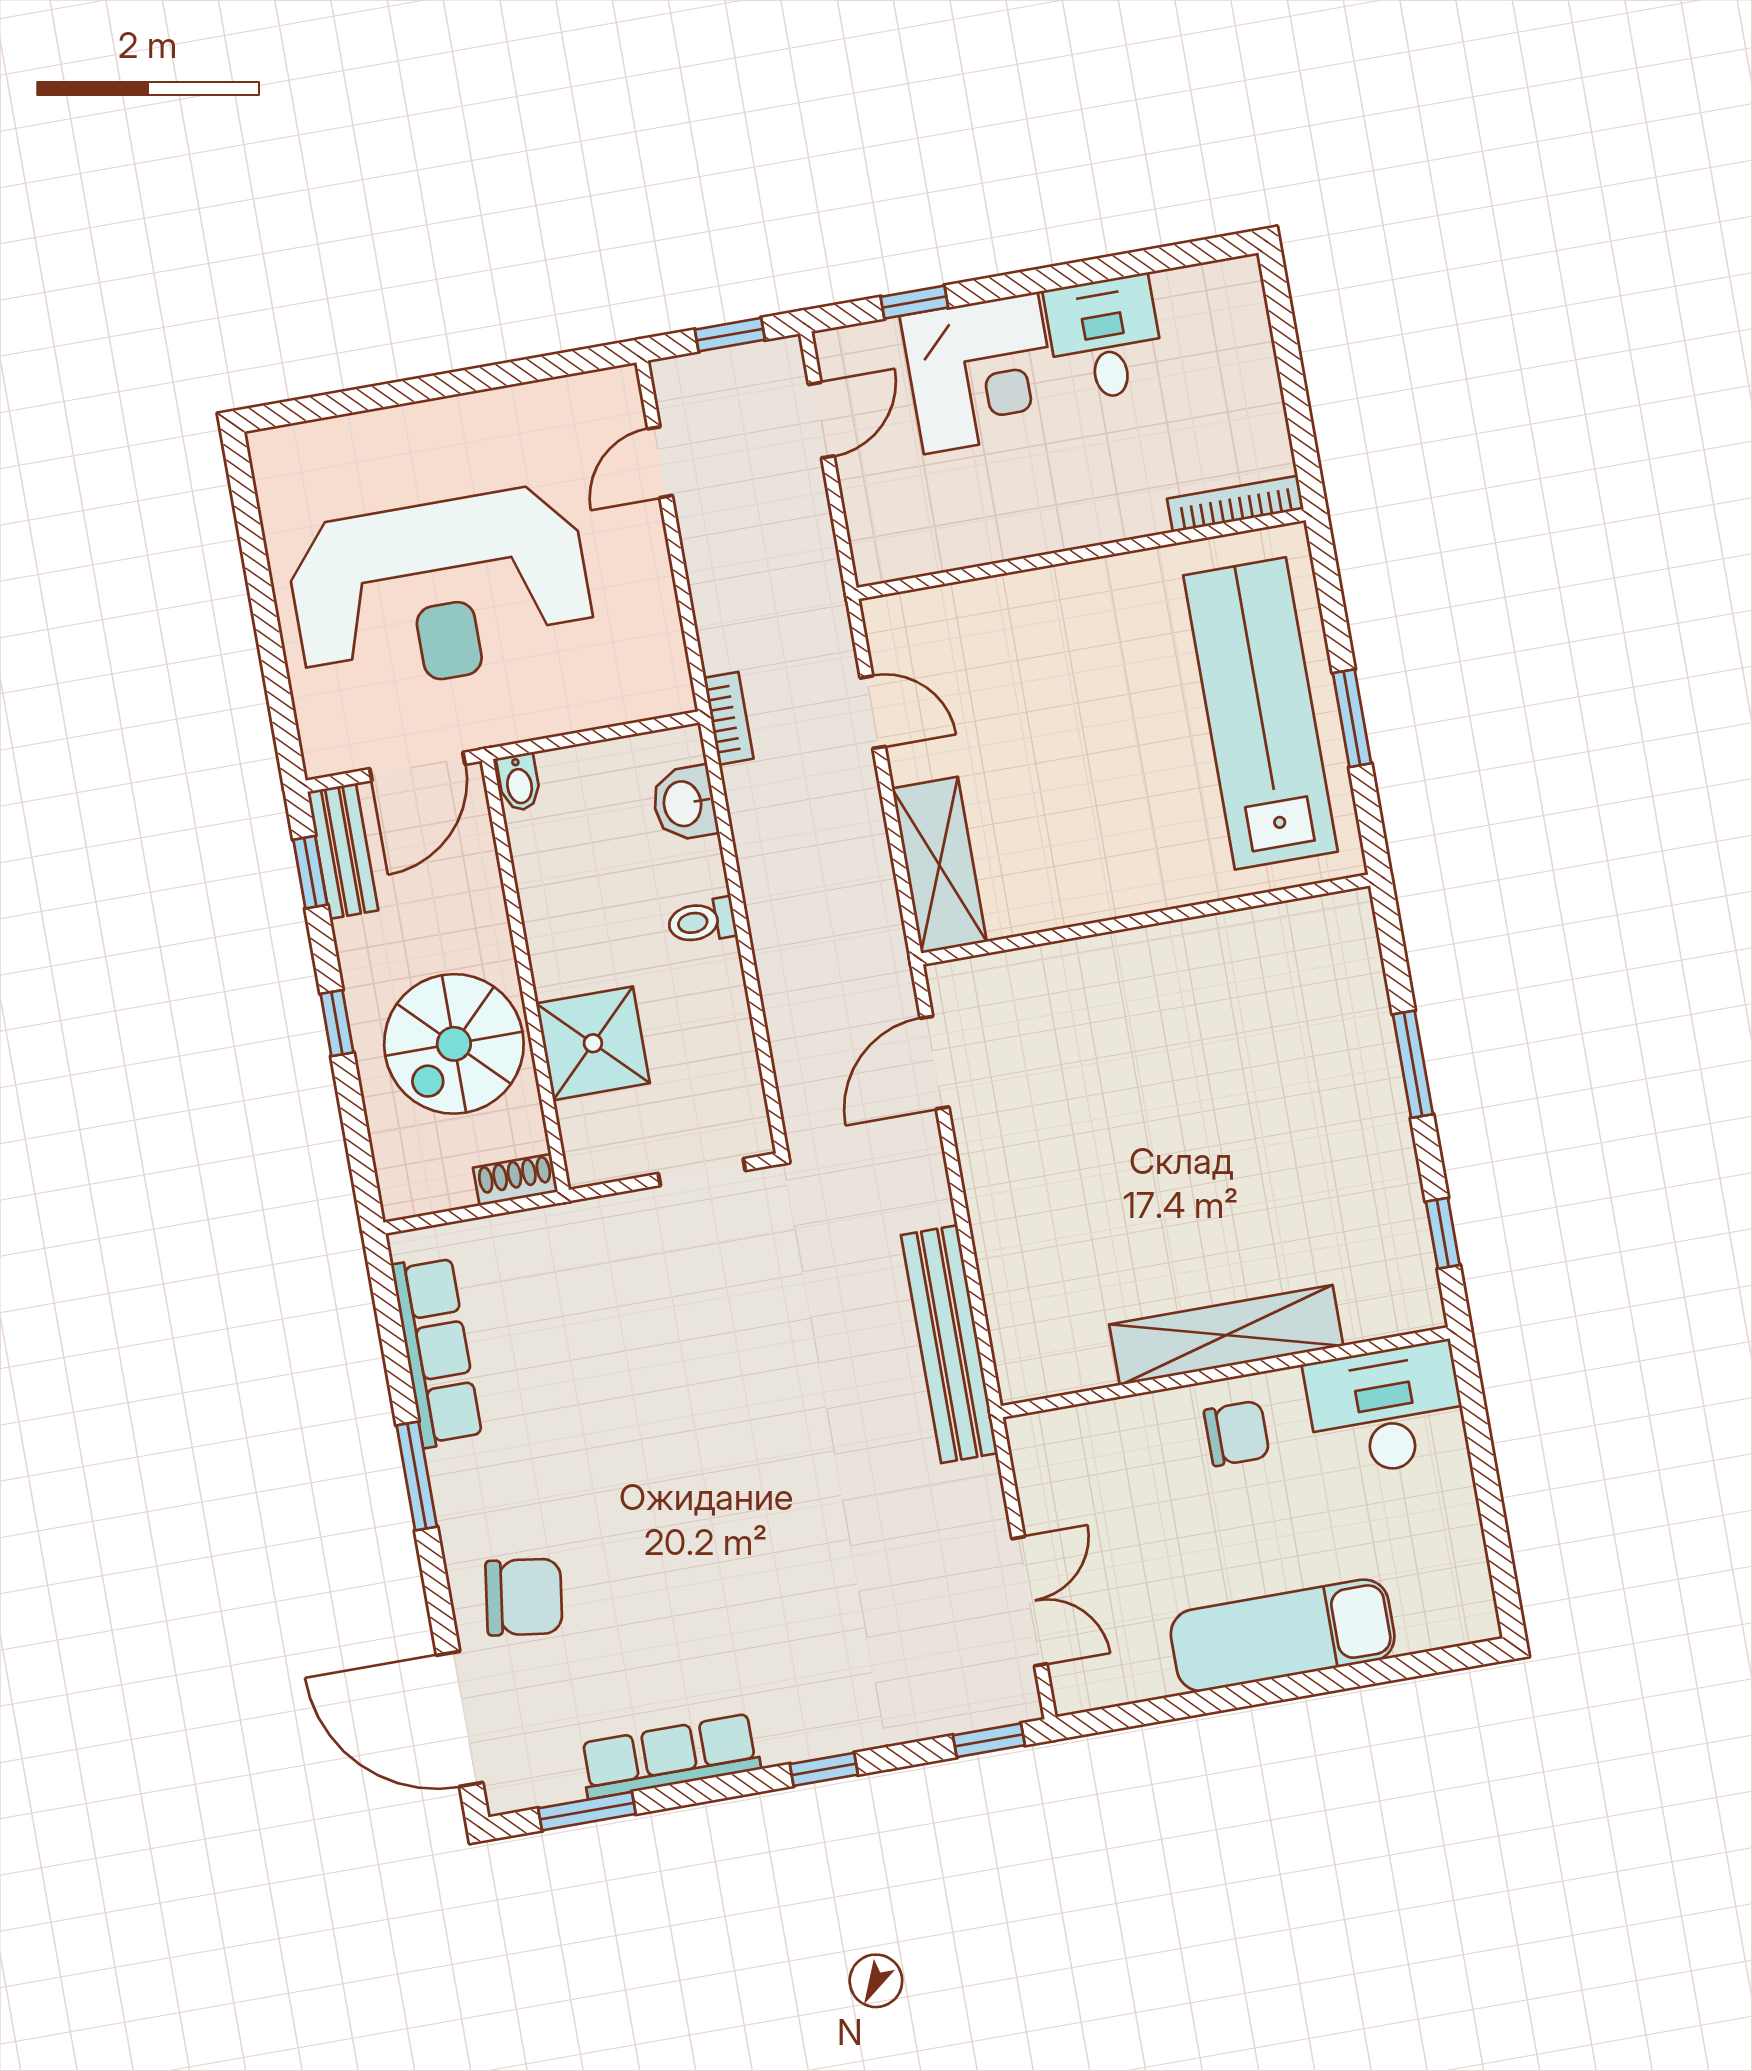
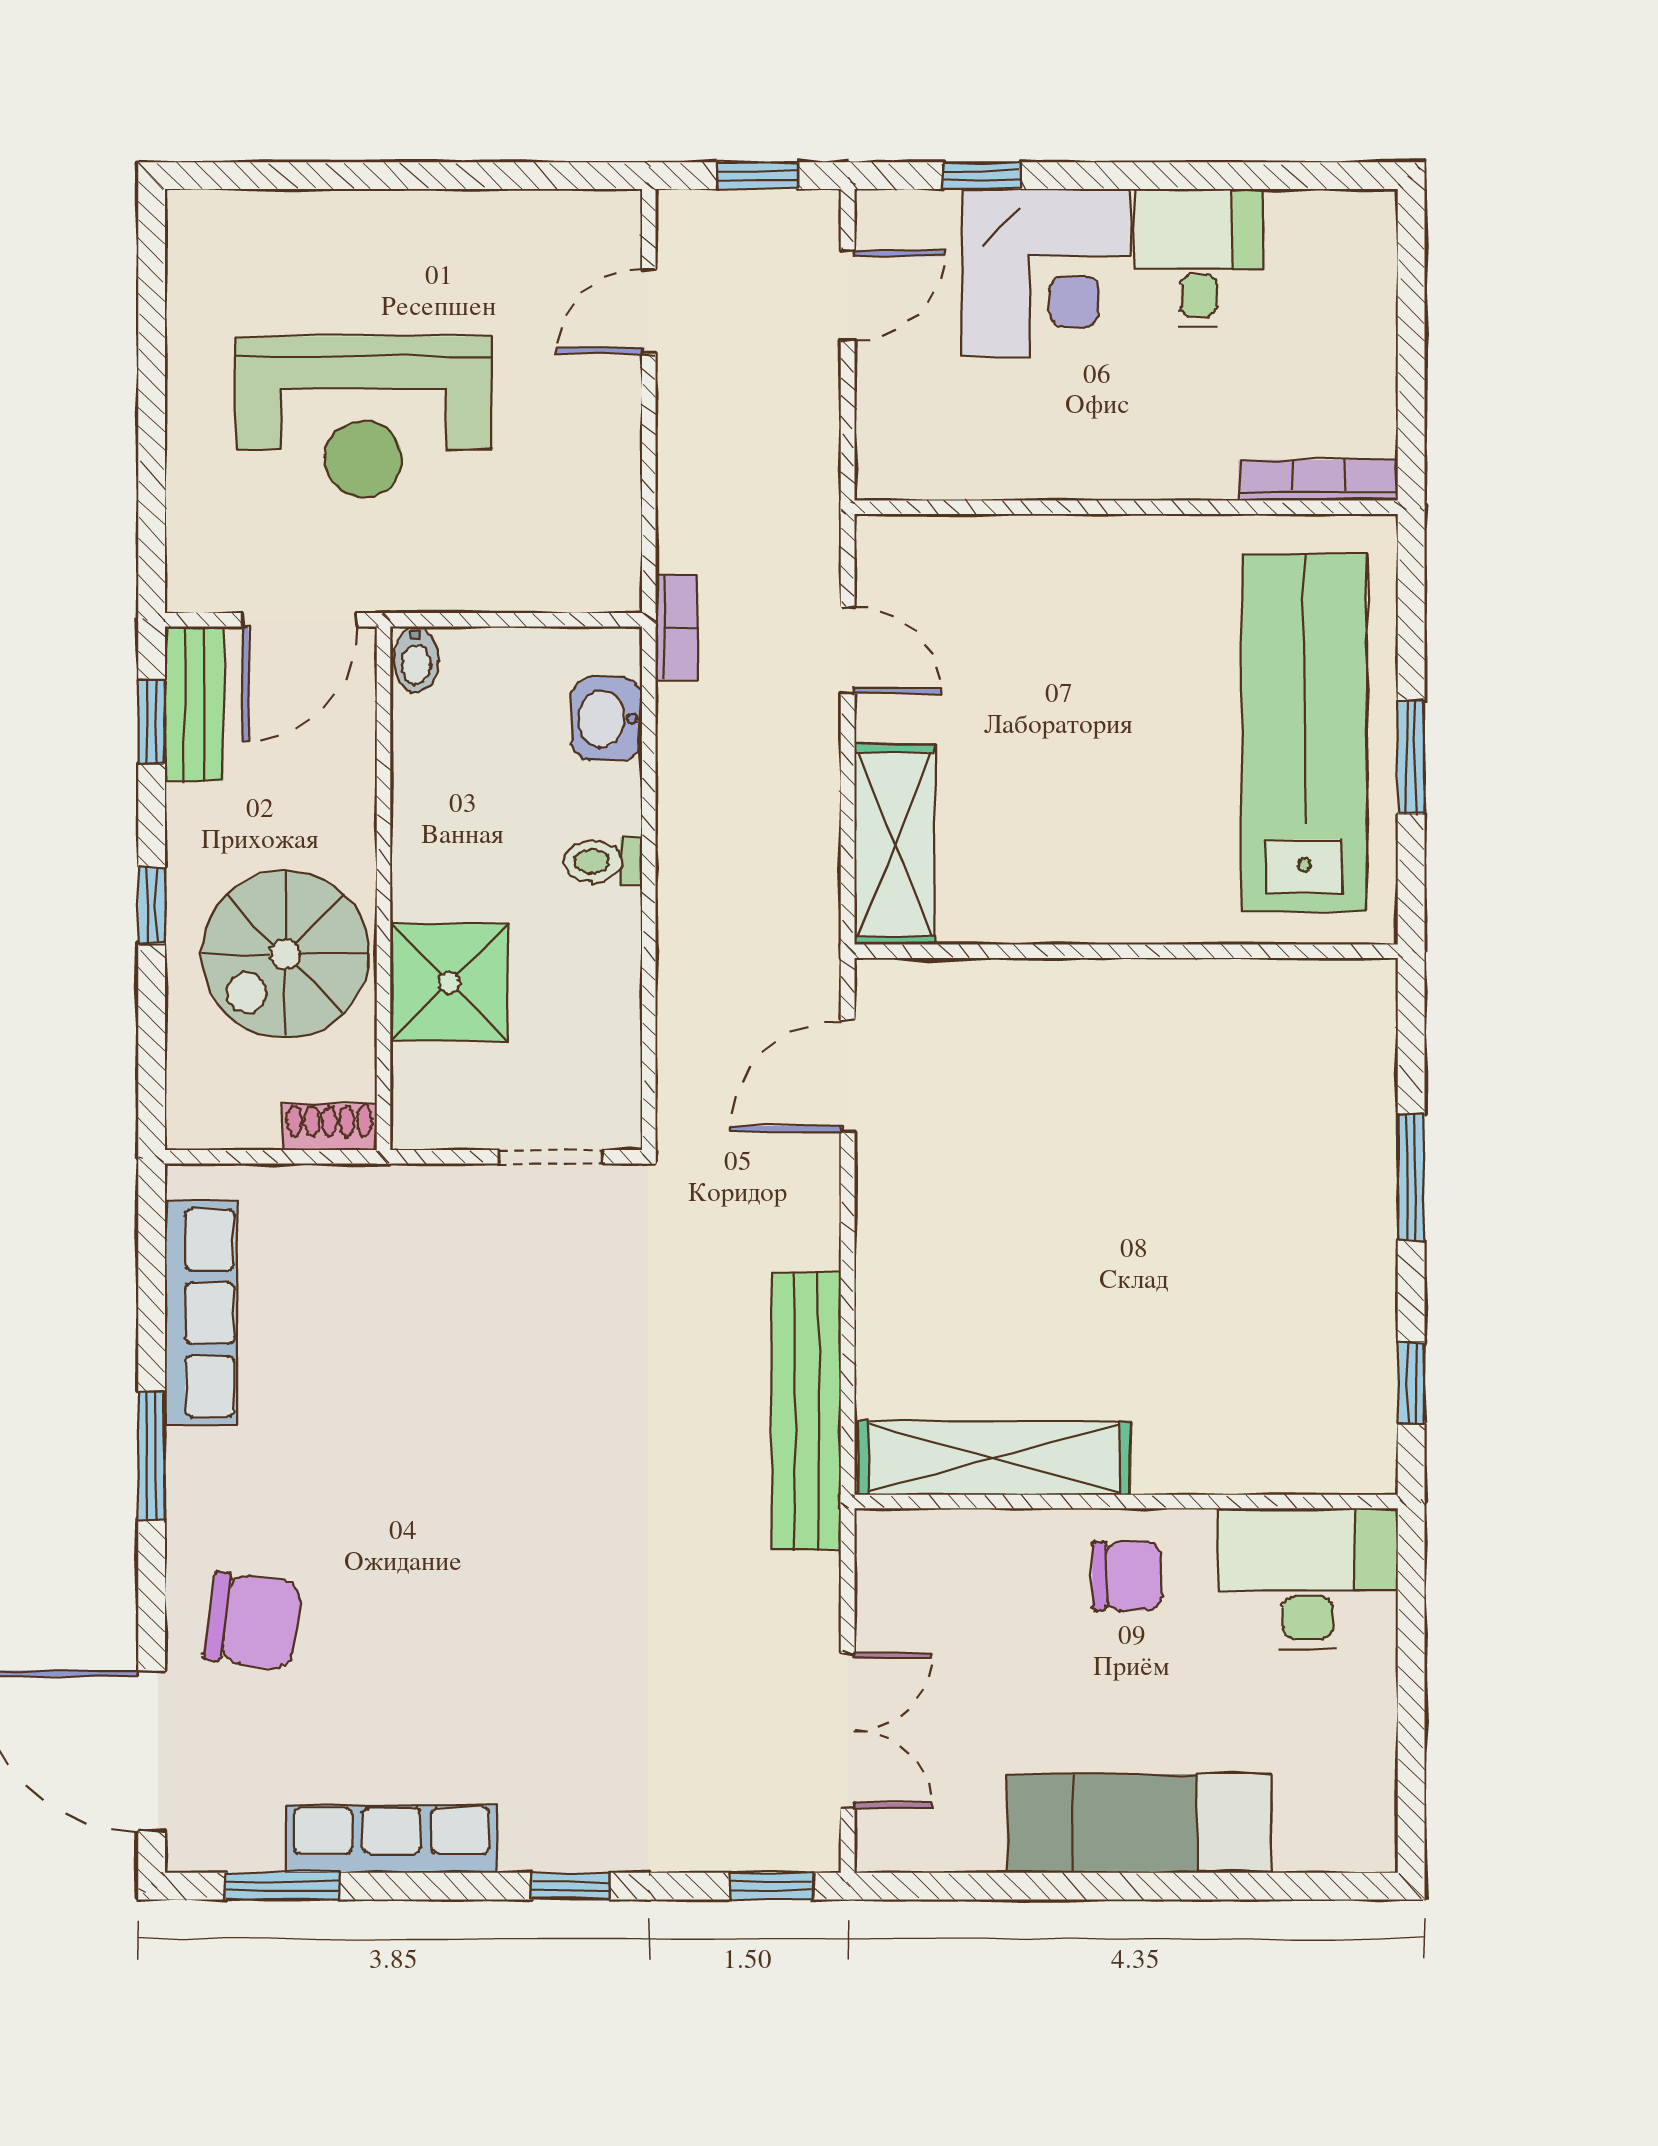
reception desk: (440, 591) -> (363, 417), width x0.74, depth x0.77
shelving: (1226, 1335) -> (994, 1458), moved

